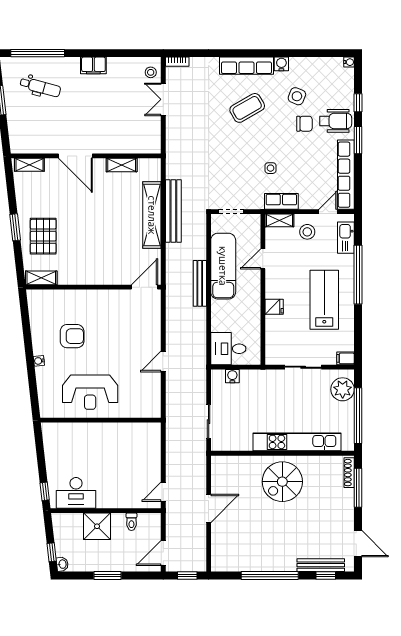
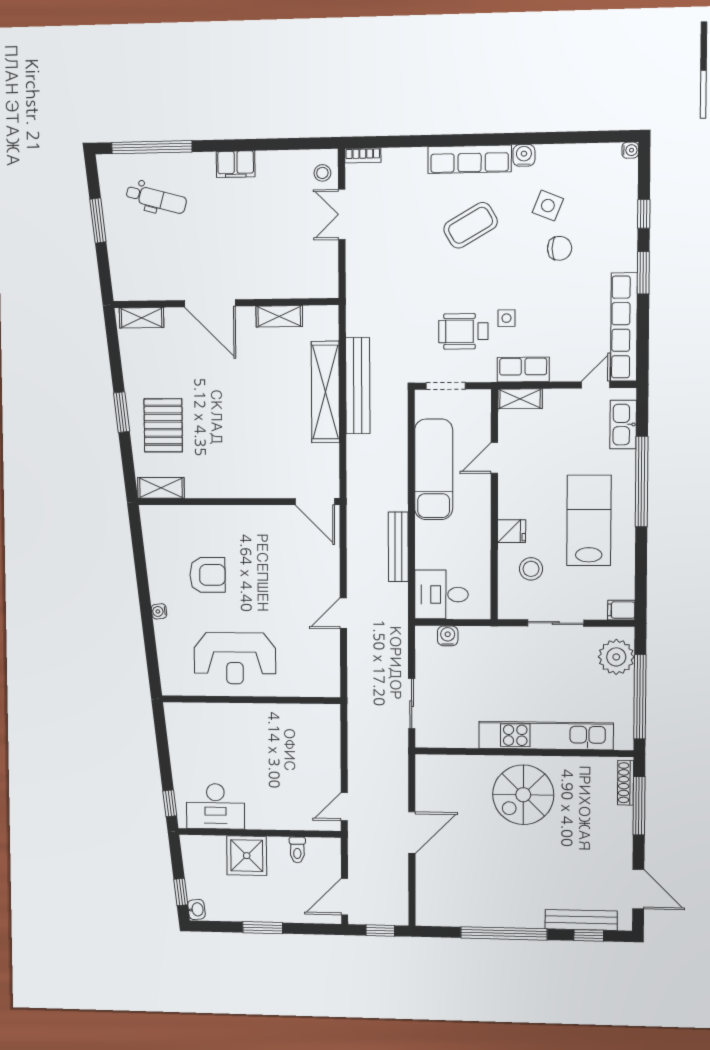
wheelchair: (336, 121) -> (463, 331), moved, turned 180
stool: (307, 232) -> (531, 569), moved
bench: (200, 283) -> (398, 547), moved
door: (145, 287) -> (315, 502), swing flipped

